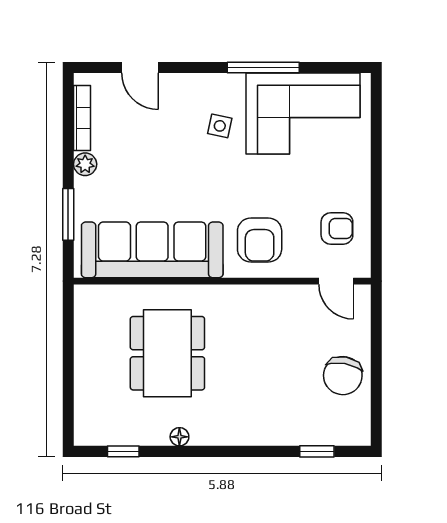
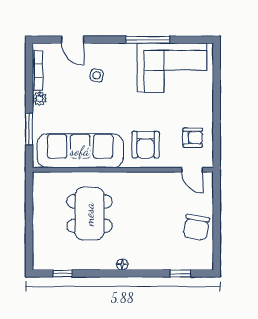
side table: (220, 126) -> (97, 75), moved
floor lamp: (179, 437) -> (122, 264), moved

